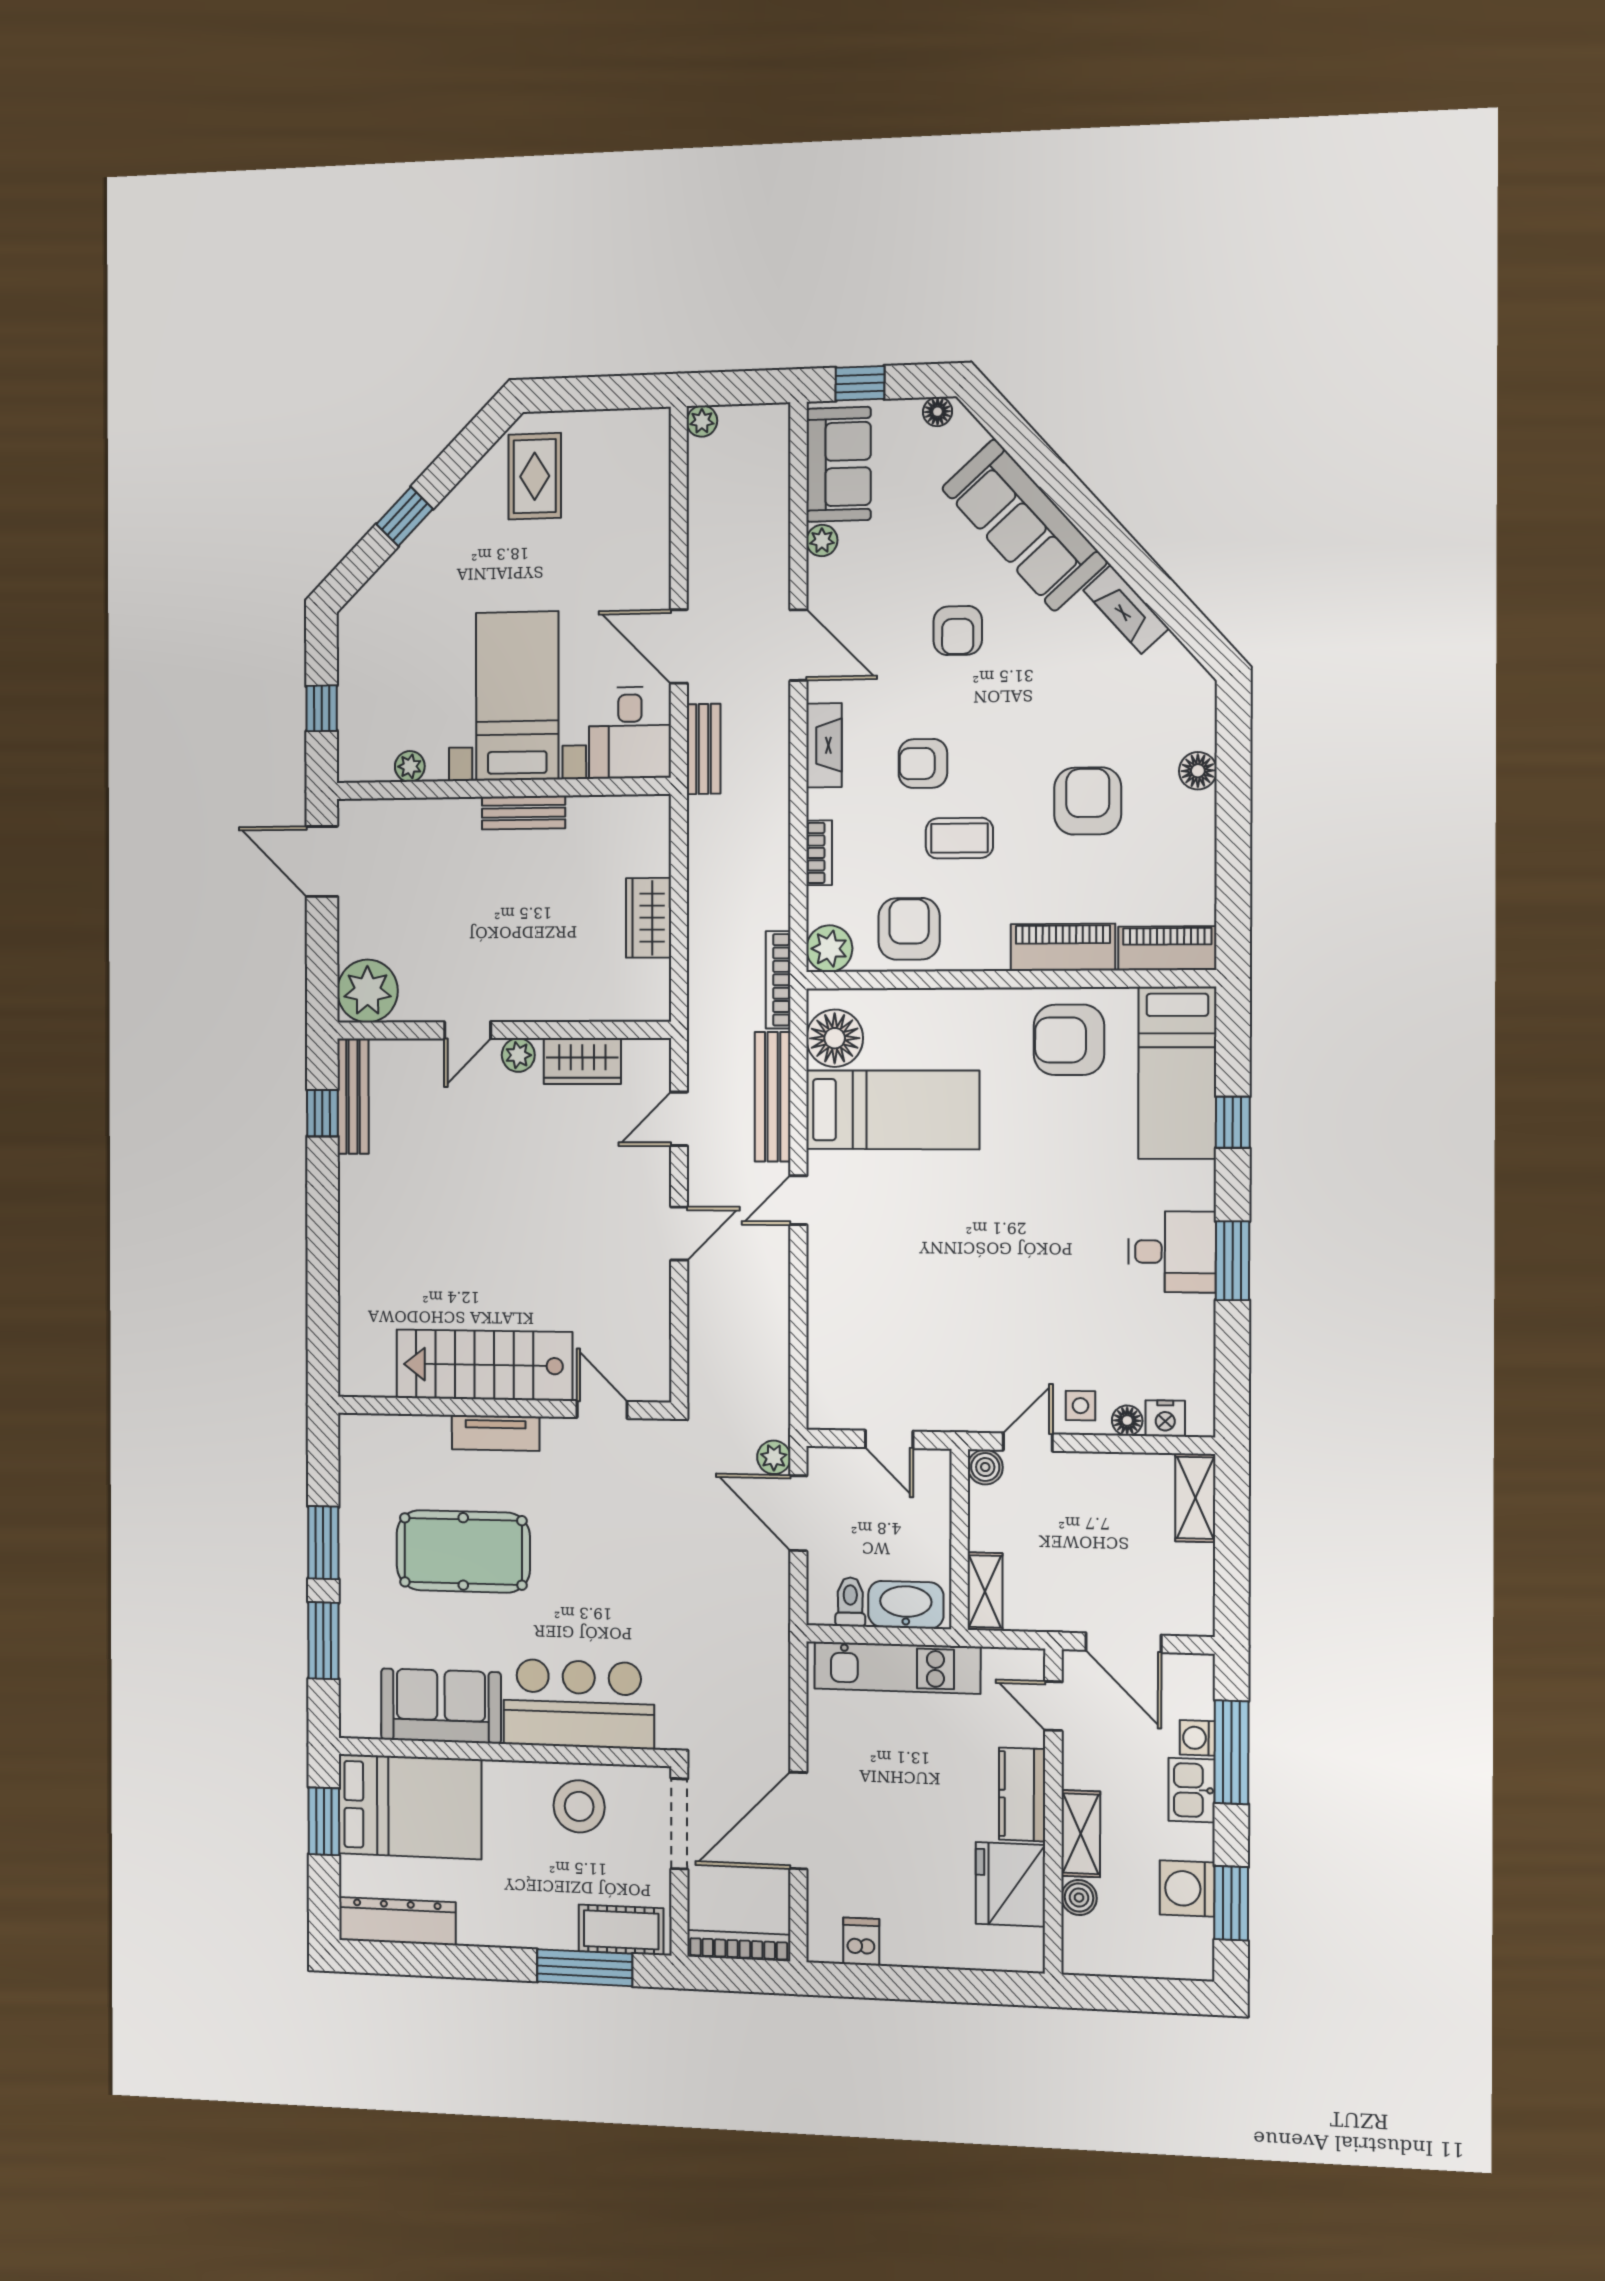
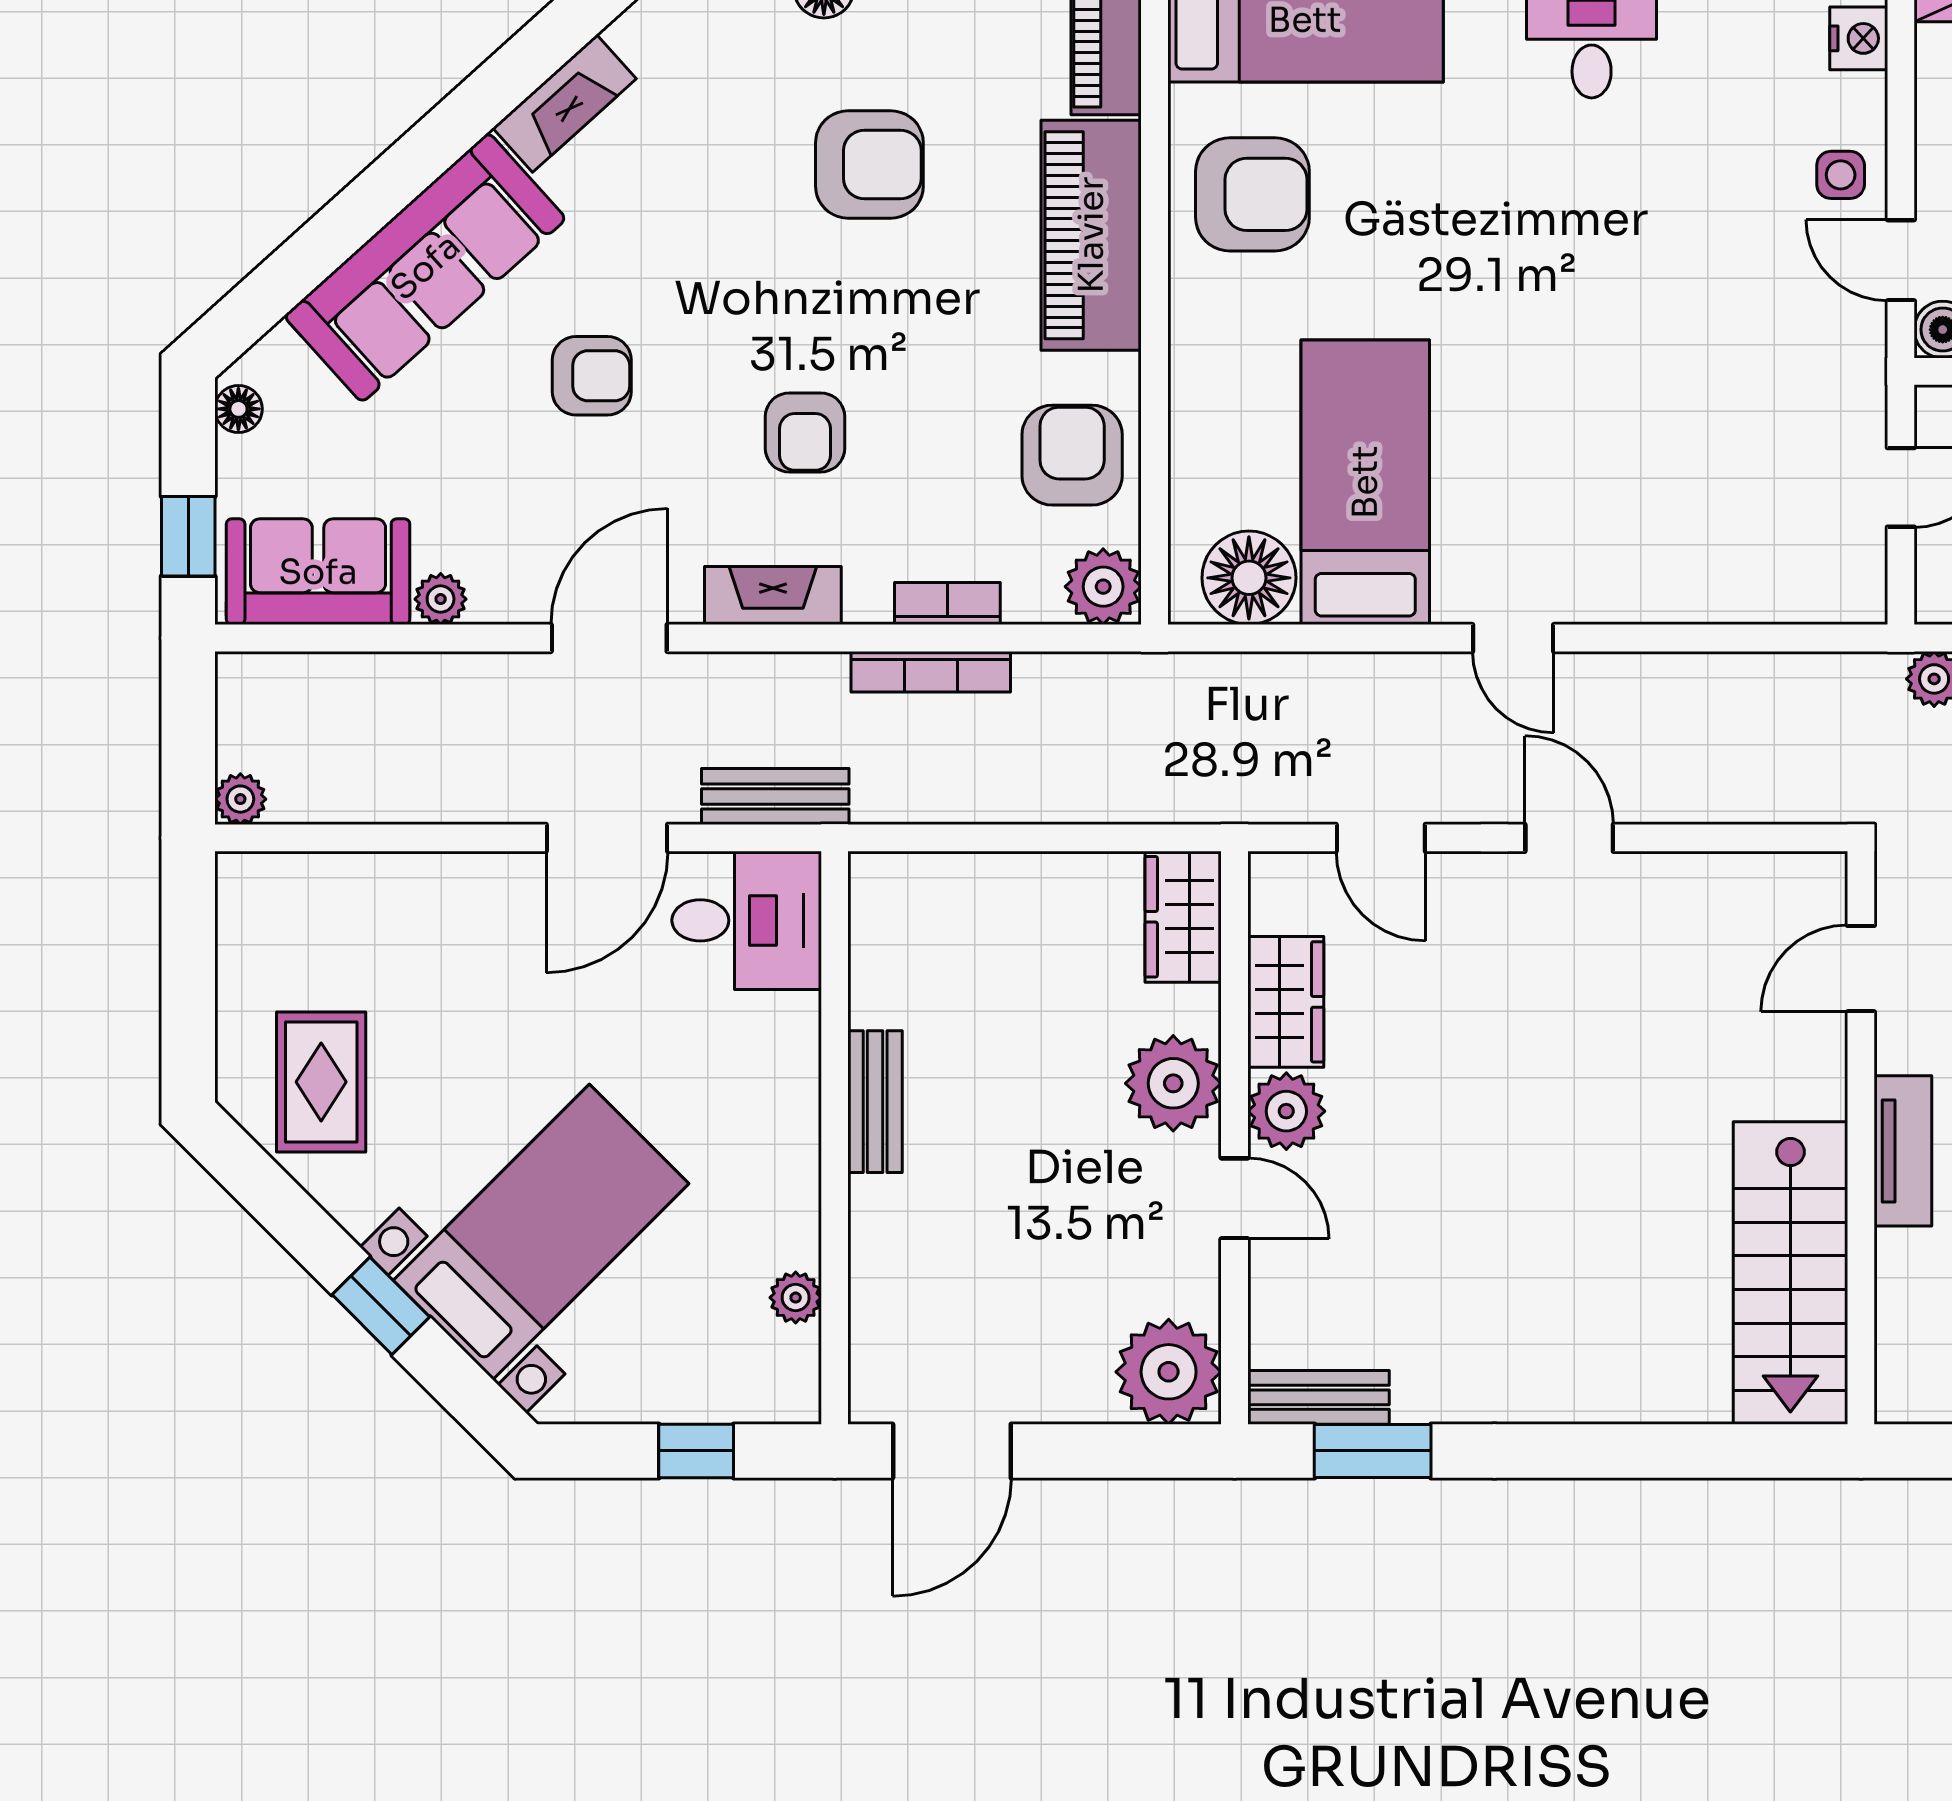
rug: (535, 476) -> (321, 1082), turned 90
bed with nightstands: (517, 696) -> (541, 1232), moved, turned 135
armchair: (1088, 801) -> (869, 164), turned 180
coffee table: (959, 838) -> (926, 373), removed
wardrobe: (649, 918) -> (1183, 917), moved, turned 90
armchair: (909, 929) -> (1072, 455), turned 90
piano: (1063, 947) -> (1091, 235), width x1.37, depth x1.33
bookcase: (778, 980) -> (931, 672), moved
plant: (534, 993) -> (1173, 1083), added
armchair: (1069, 1040) -> (1252, 194), turned -90
plant: (518, 1055) -> (1286, 1111), width x1.38, depth x1.38
bench: (353, 1096) -> (1319, 1397), width x0.73
bench: (773, 1097) -> (1344, 681), removed
window: (322, 1113) -> (1373, 1451), width x1.50
stairs: (484, 1365) -> (1790, 1273), moved
floor lamp: (1127, 1421) -> (1863, 100), removed

